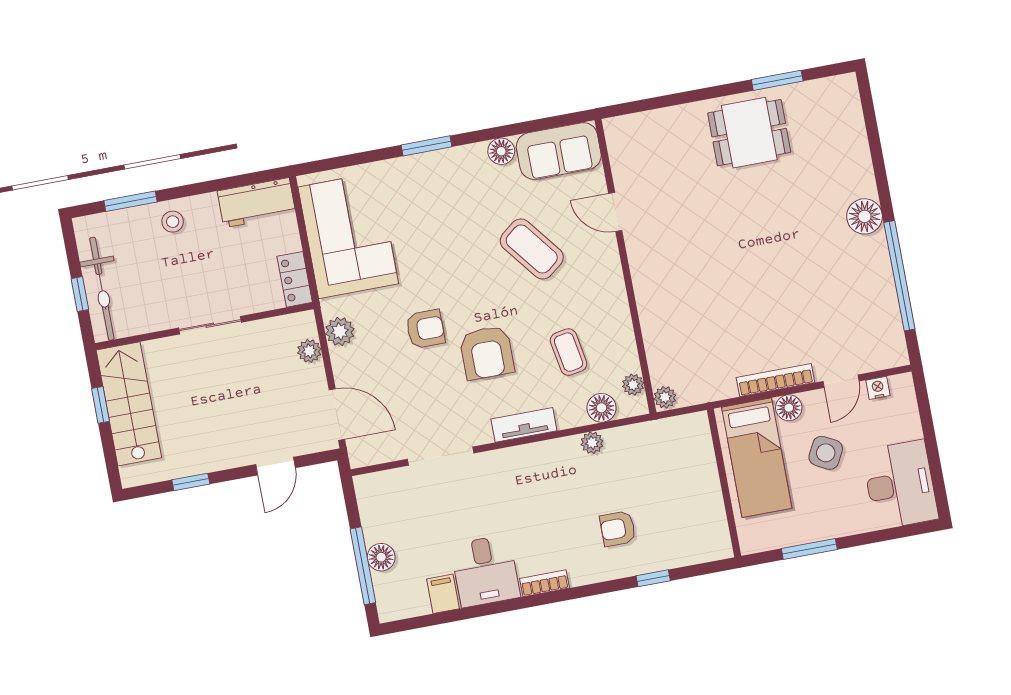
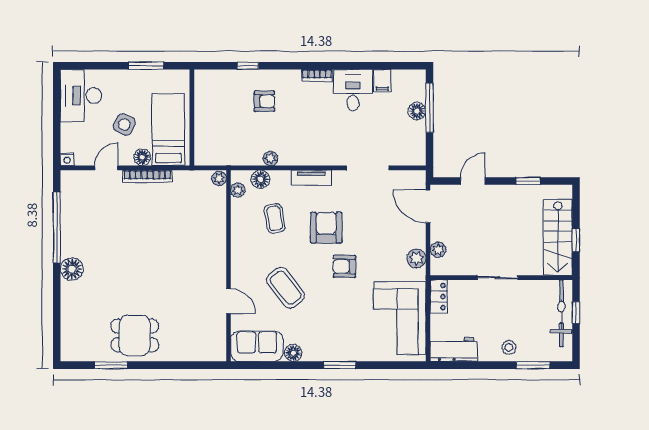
armchair: (425, 329) -> (344, 266), moved
nightstand: (878, 388) -> (67, 159), moved

